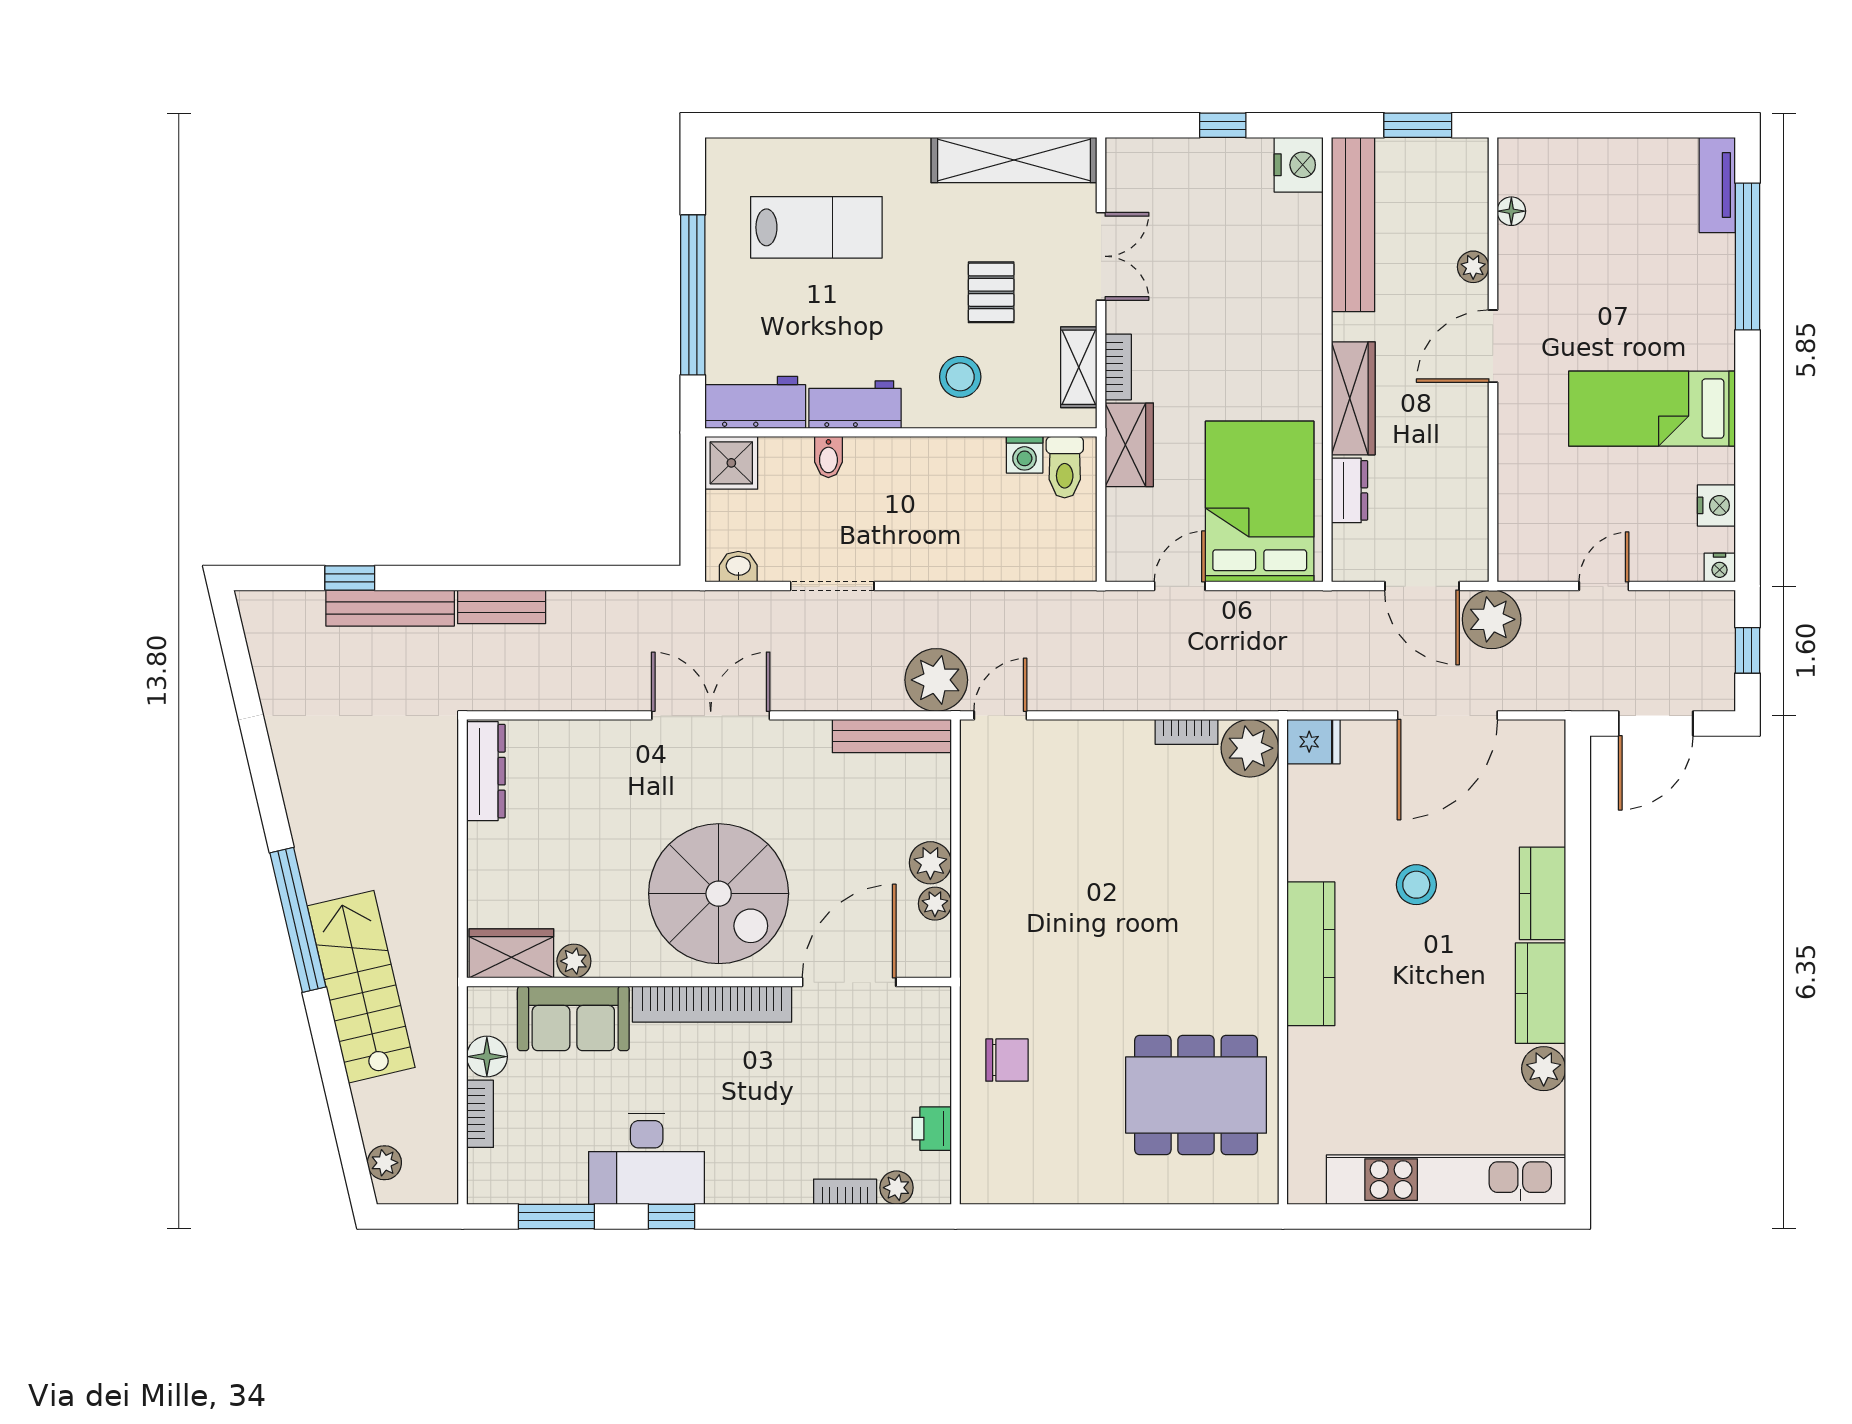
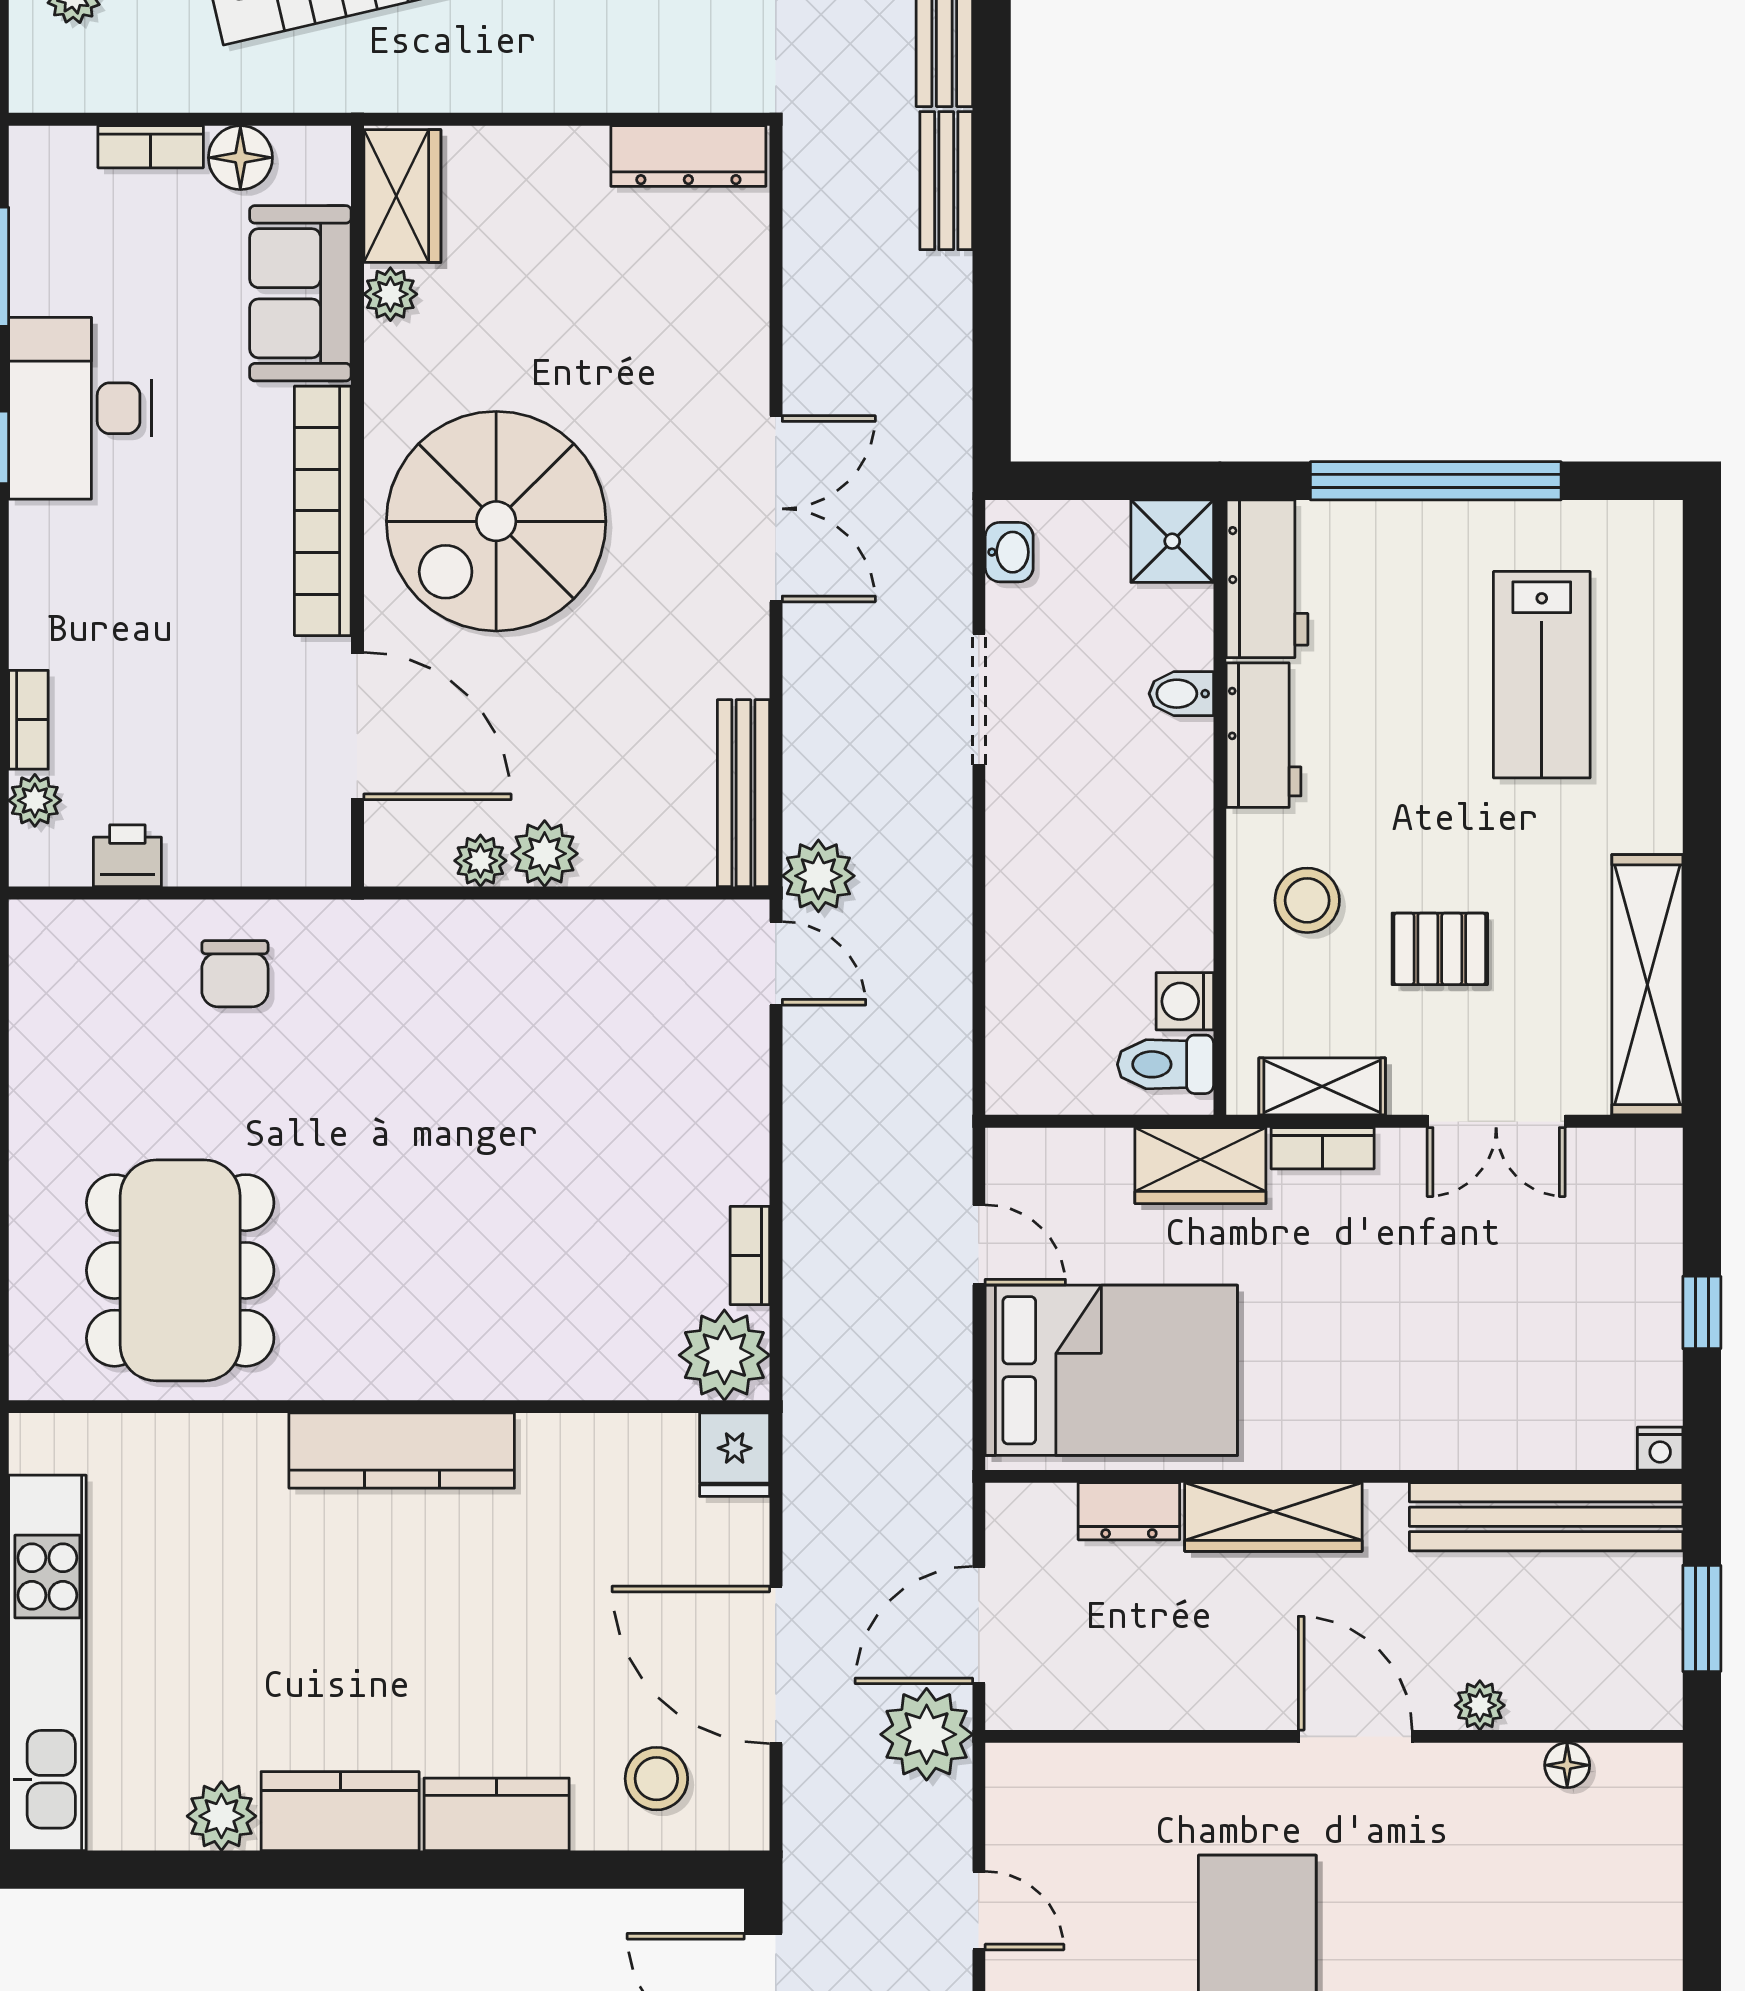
nightstand: (1299, 165) -> (1660, 1449), width x0.53, depth x0.56
plant: (936, 680) -> (818, 876), width x0.73, depth x0.73
stool: (1416, 885) -> (656, 1779), moved

